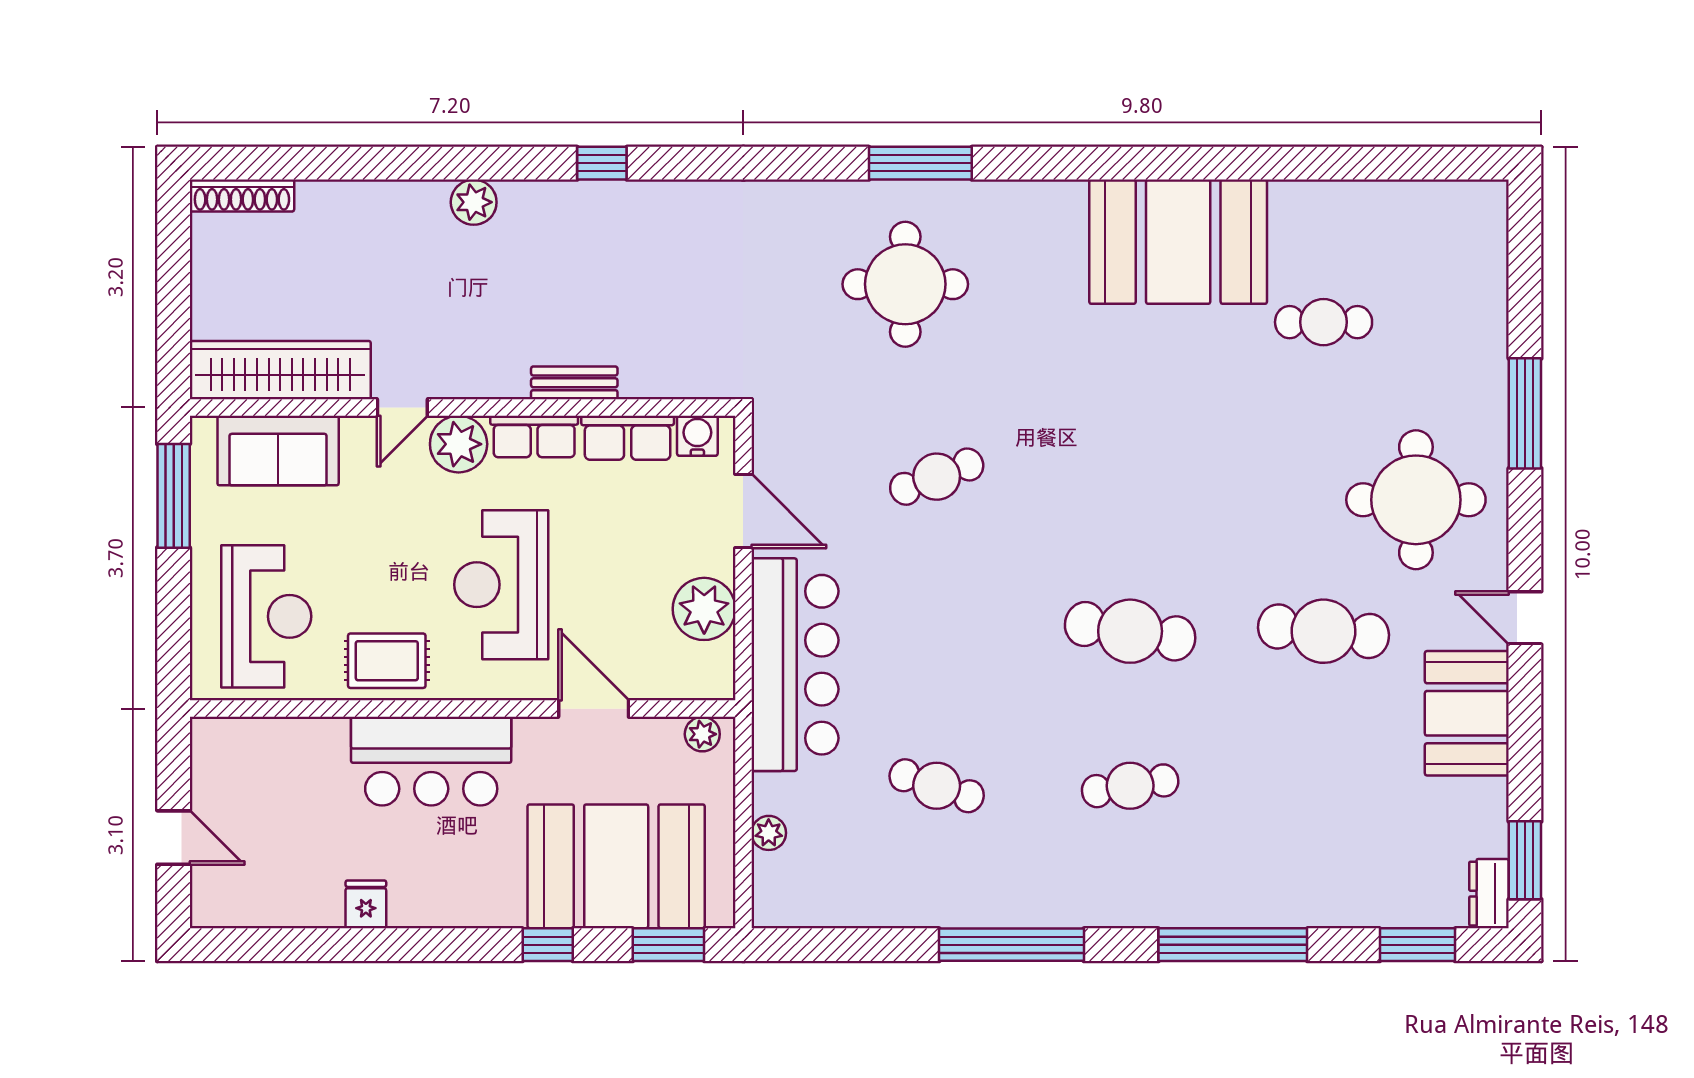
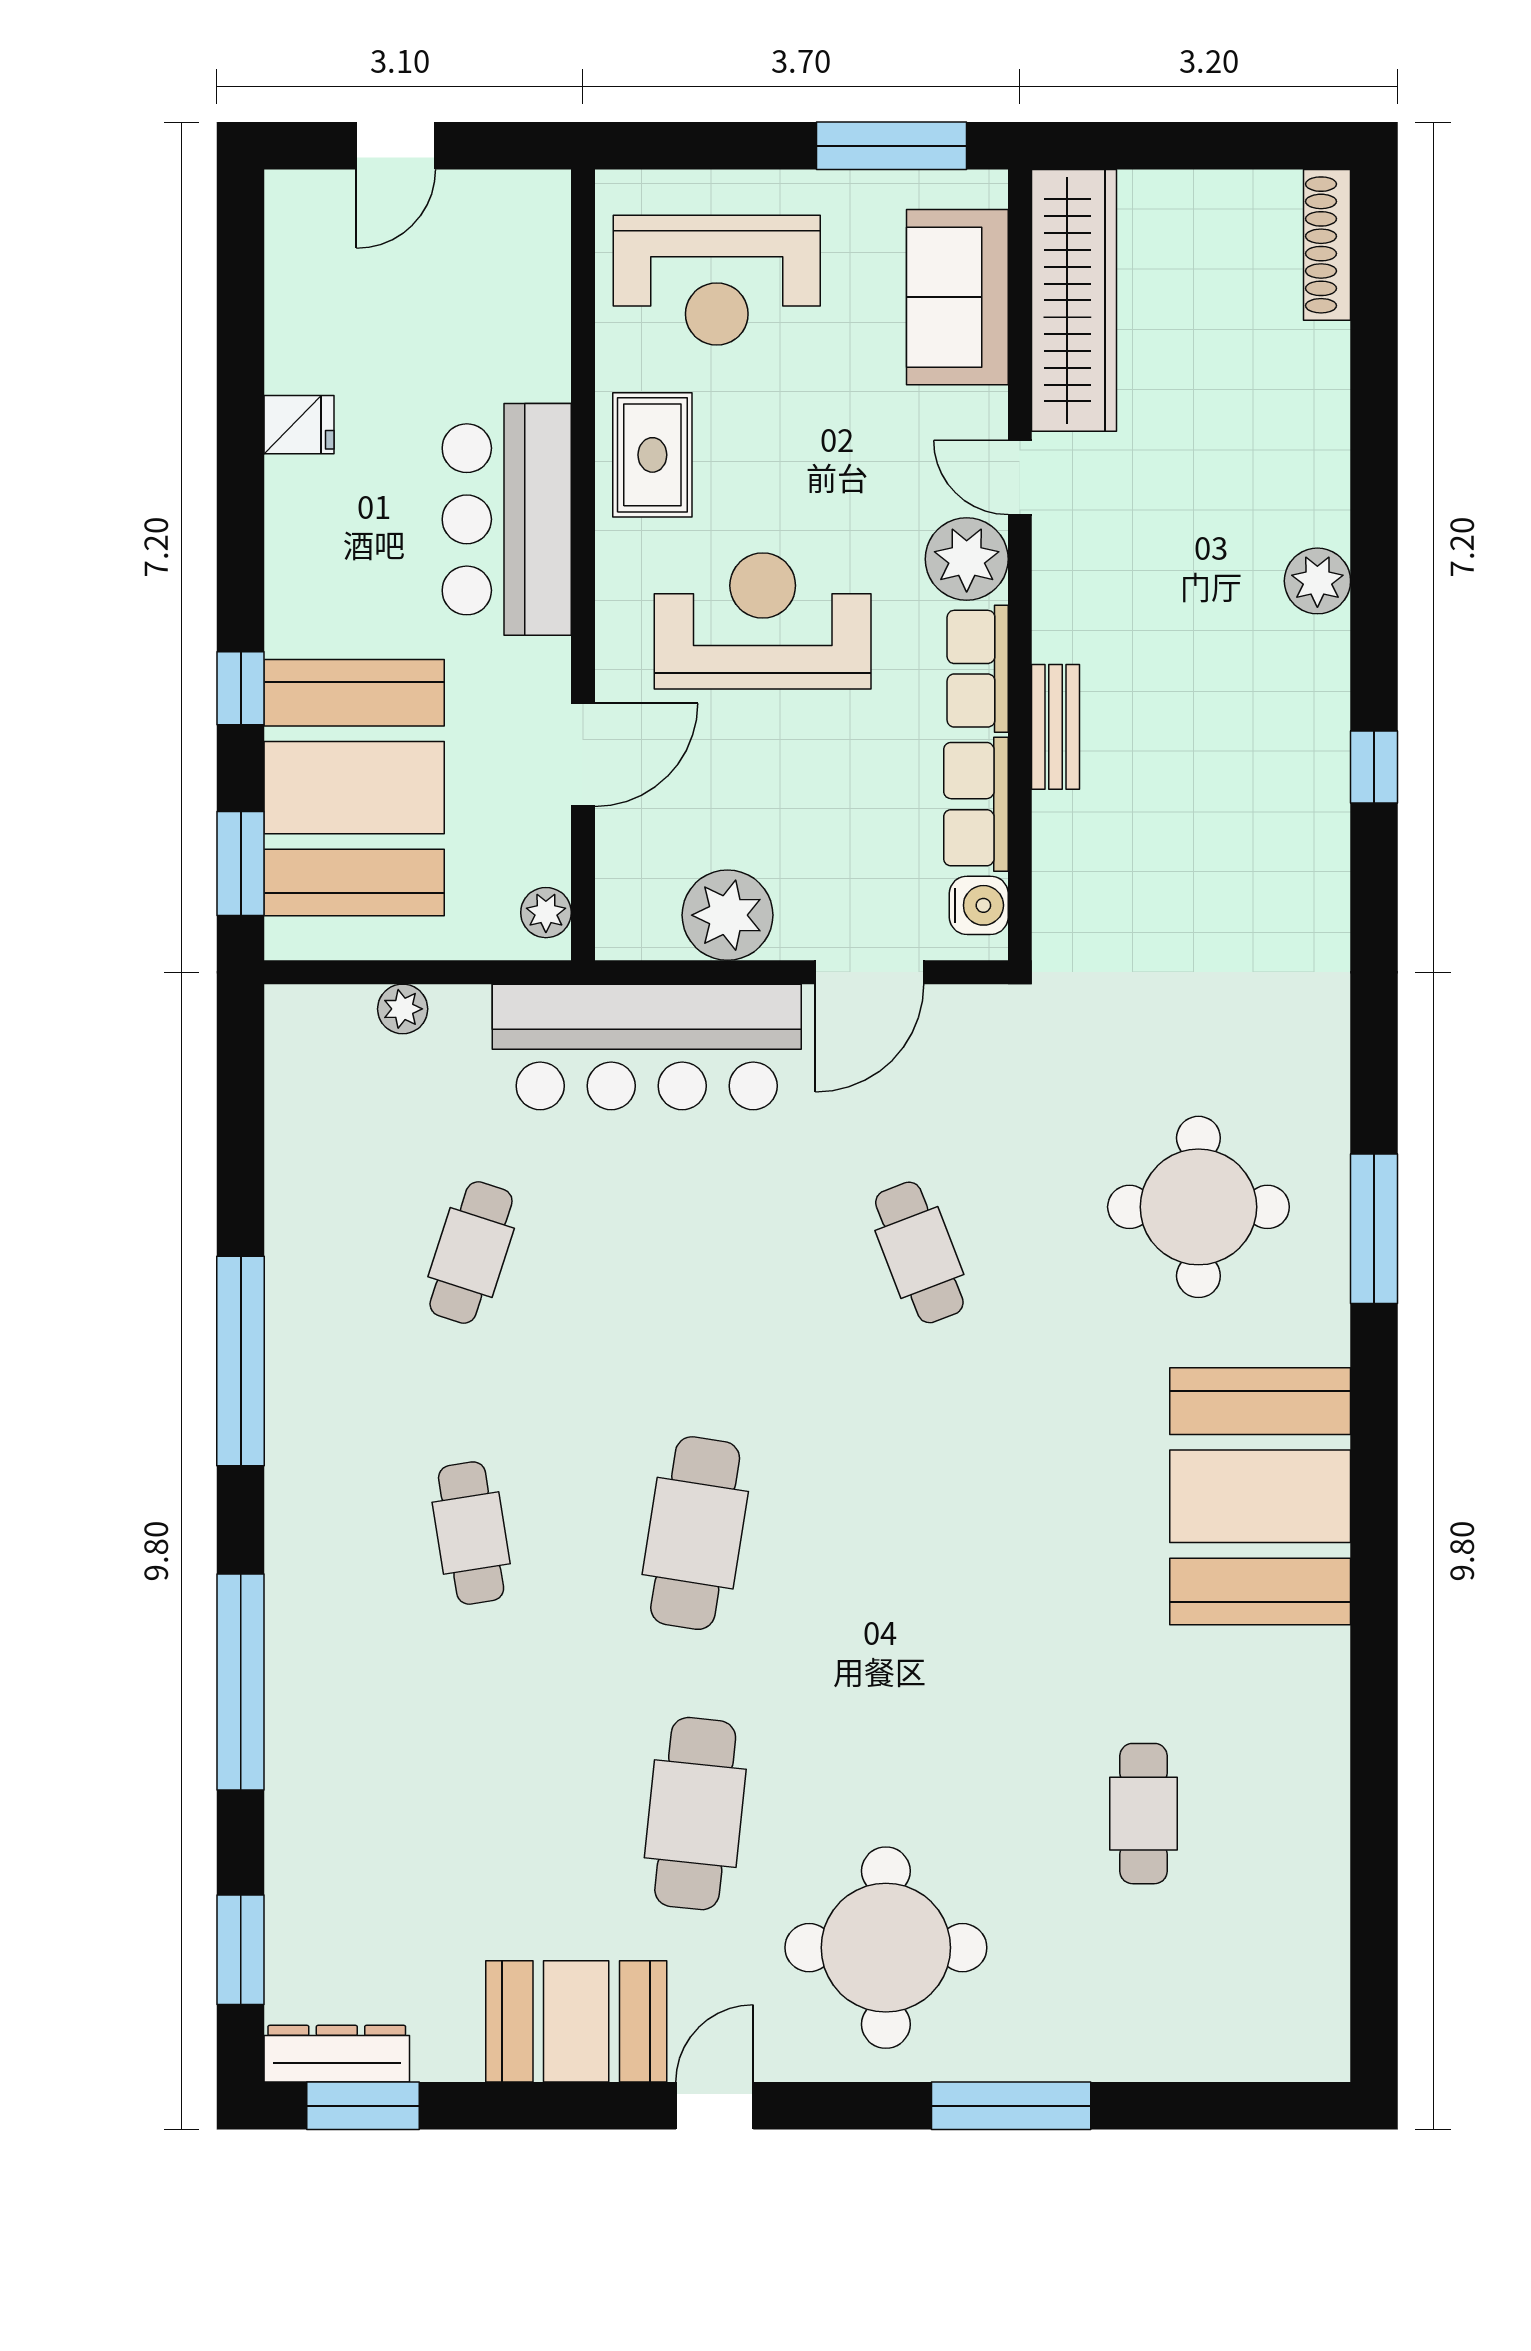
booth: (1178, 242) -> (1260, 1496), moved
dresser: (1489, 894) -> (337, 2054), width x1.44

